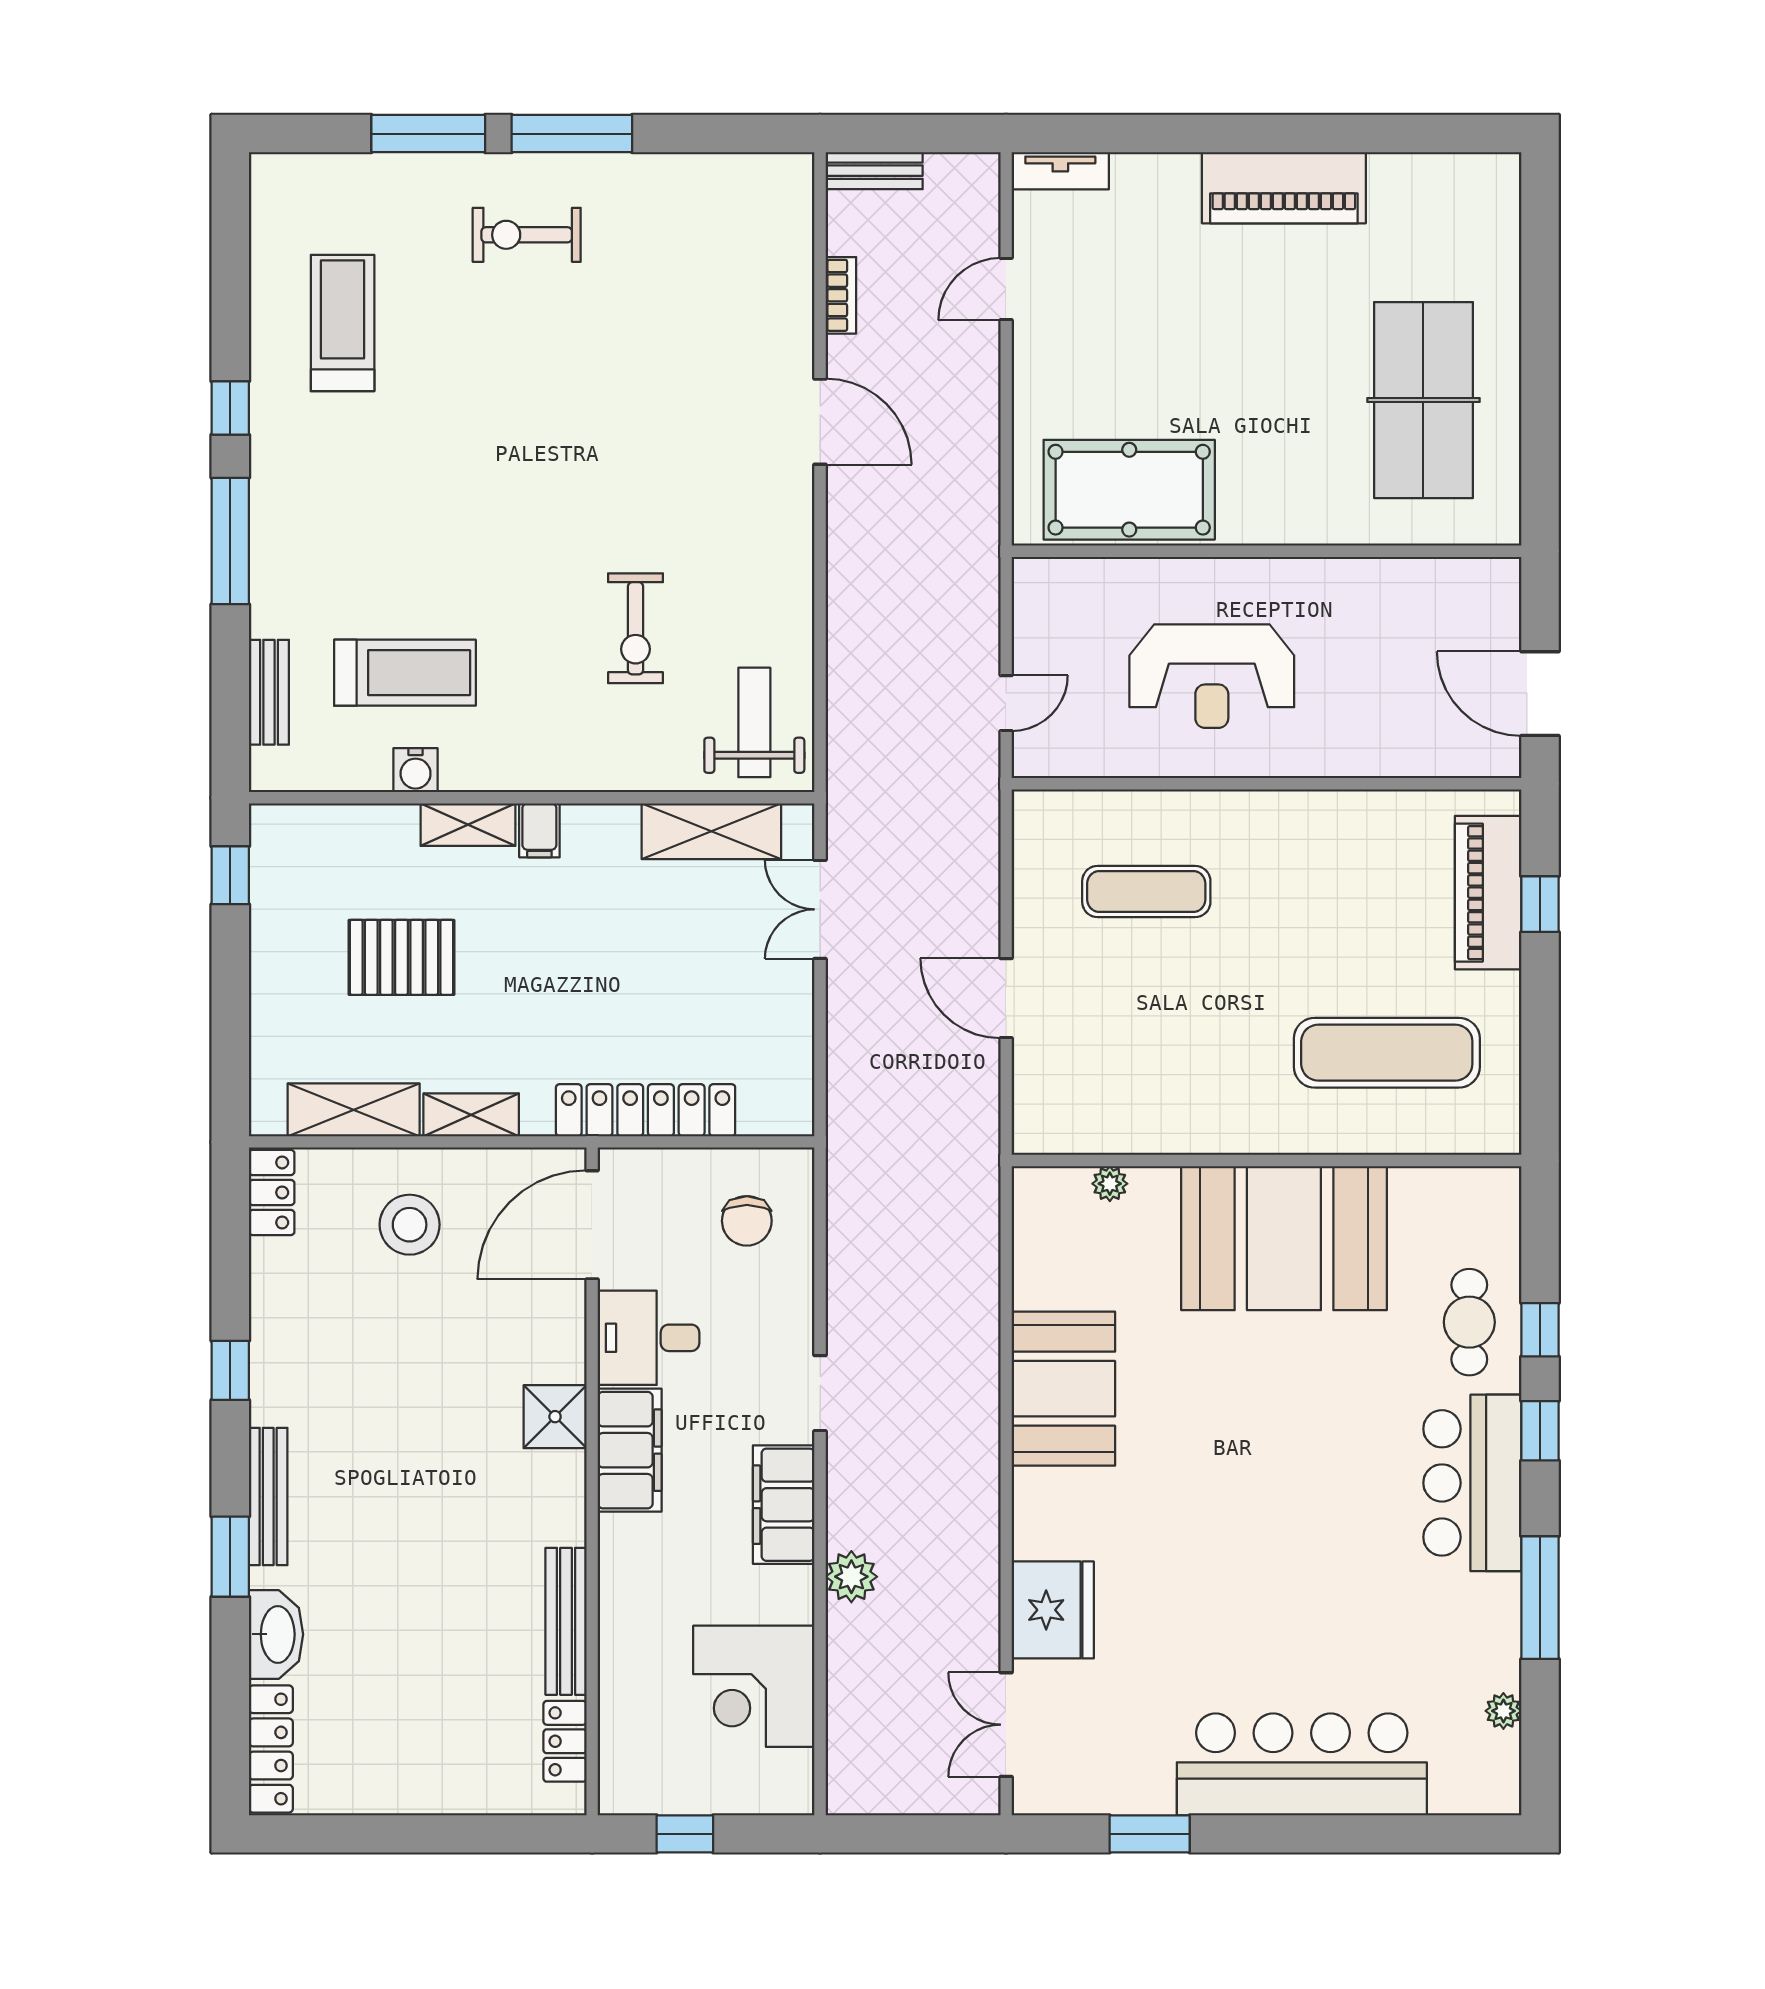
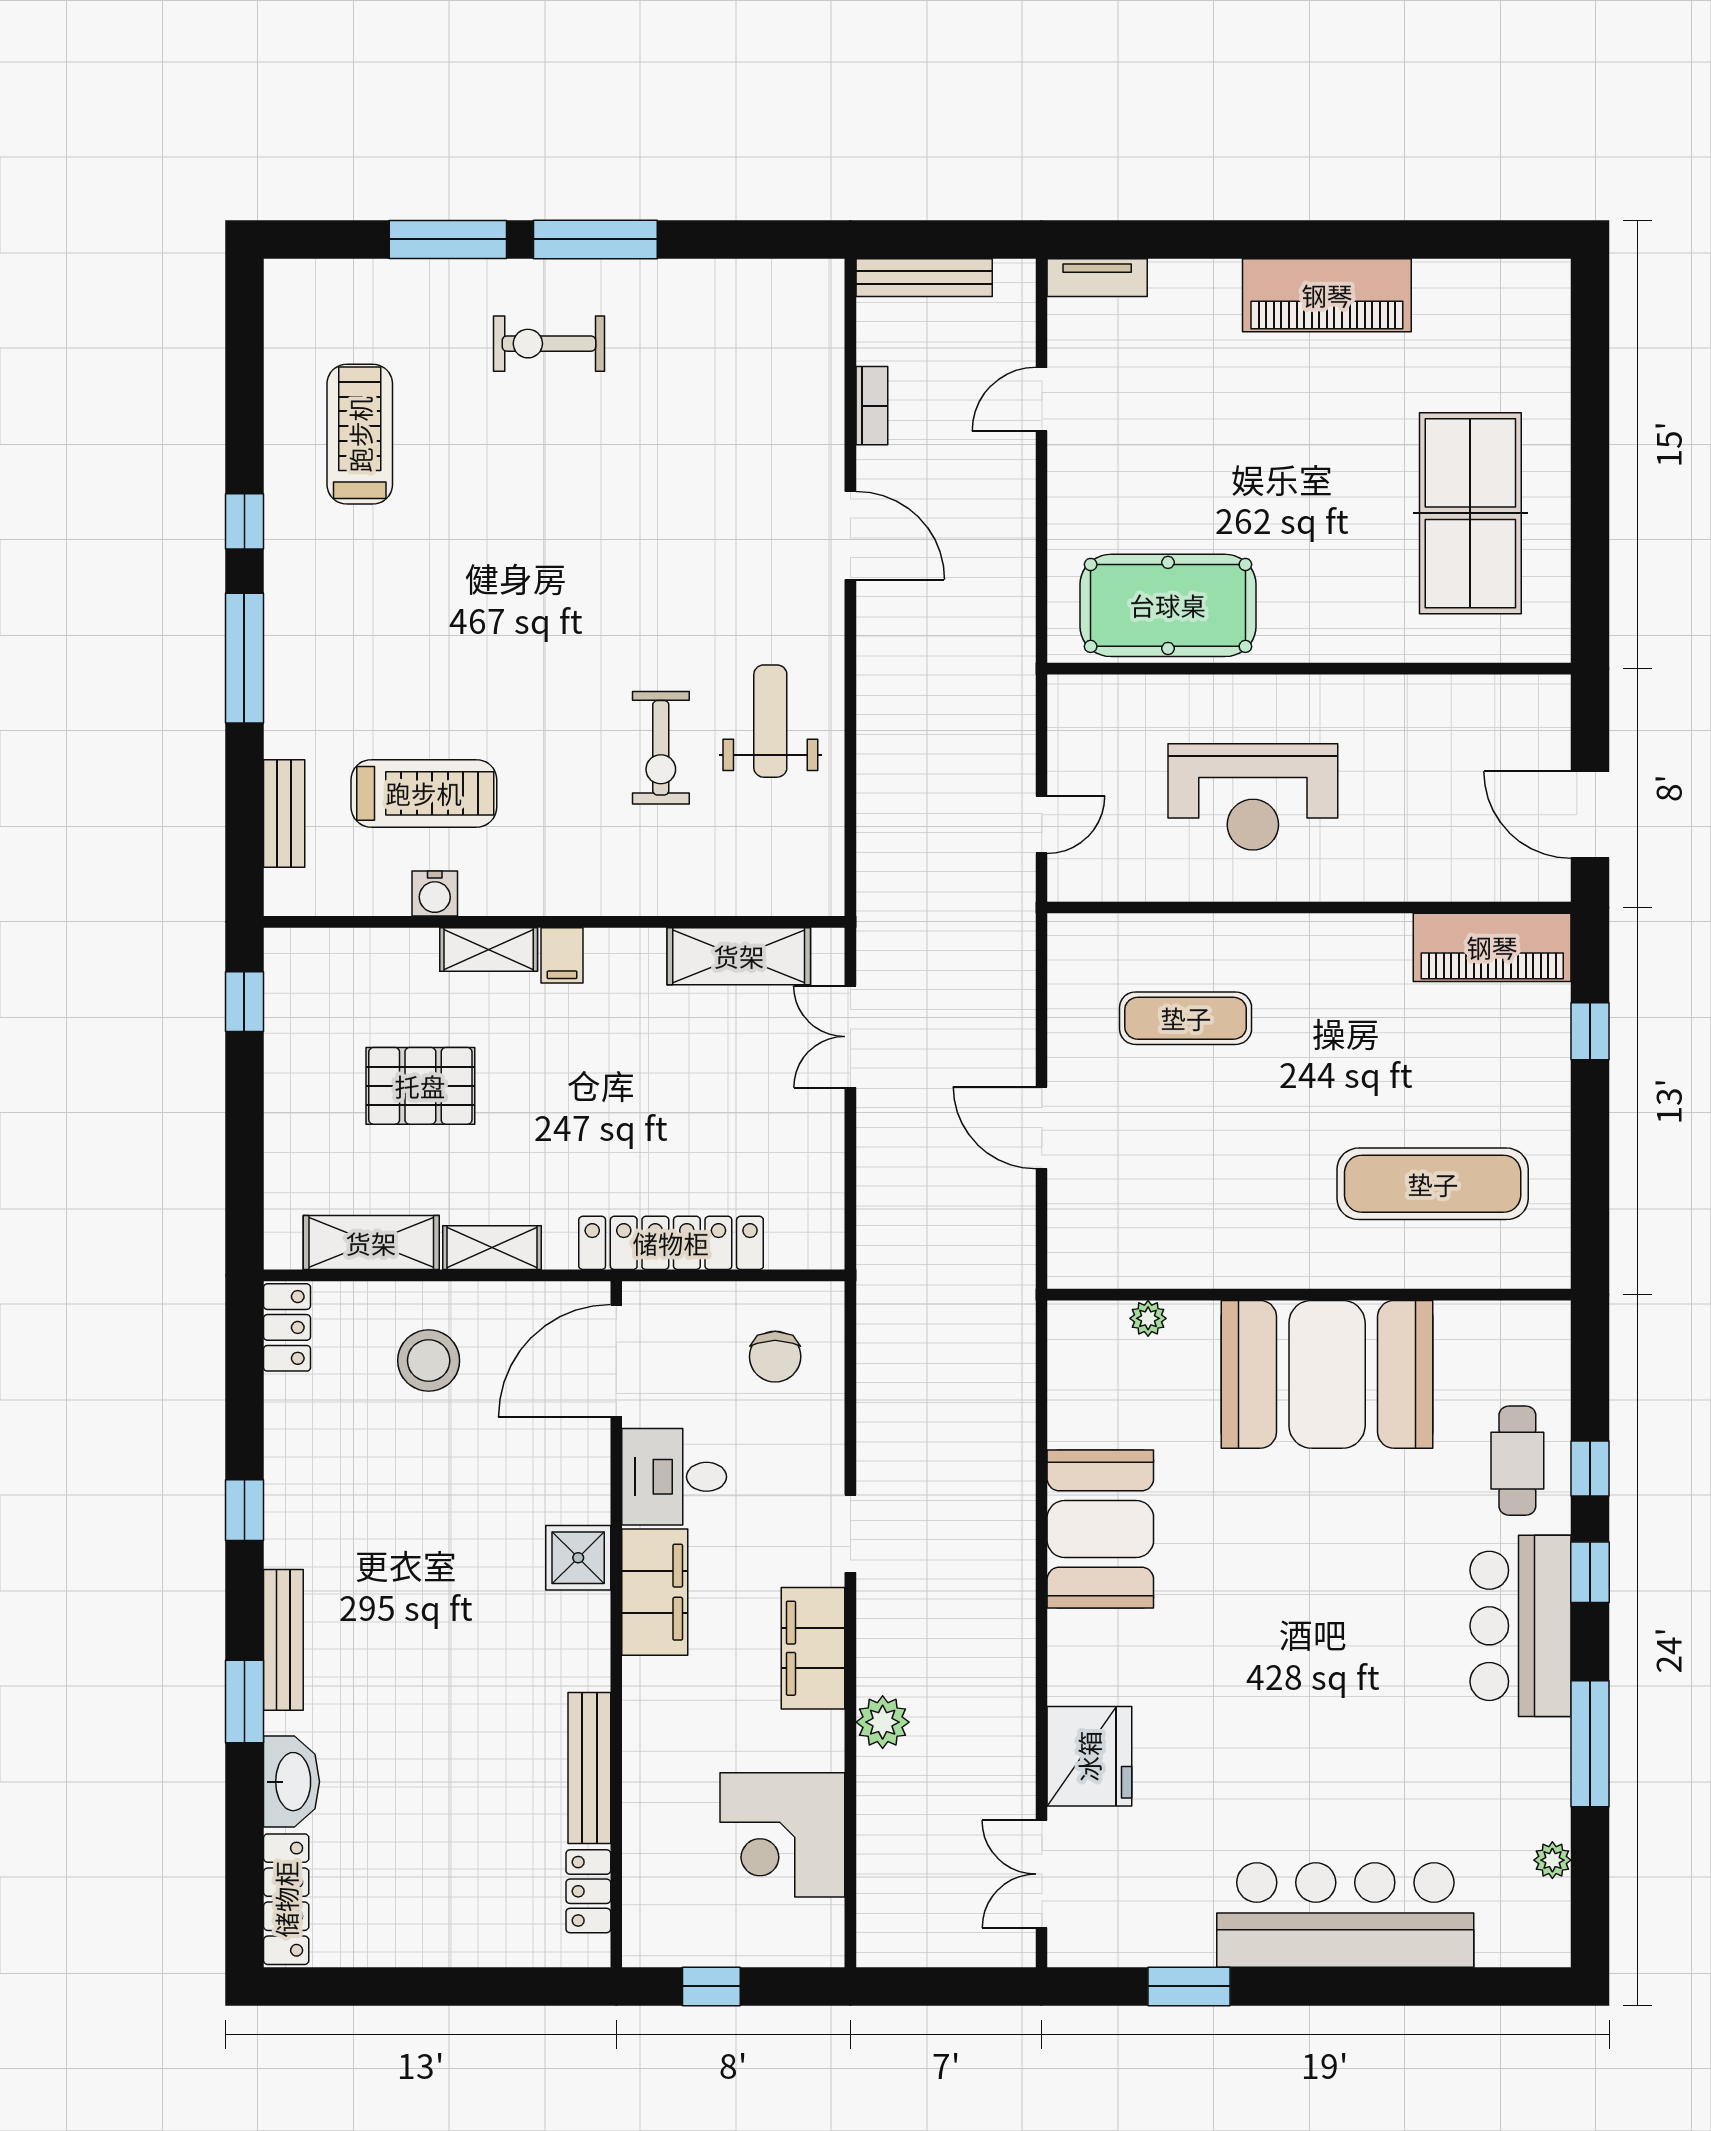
bench: (874, 171) -> (924, 278), width x1.36
weight bench: (754, 722) -> (770, 721), moved
piano: (1488, 893) -> (1492, 947), moved, turned -90

